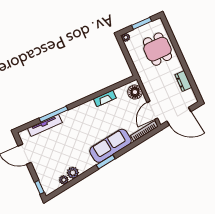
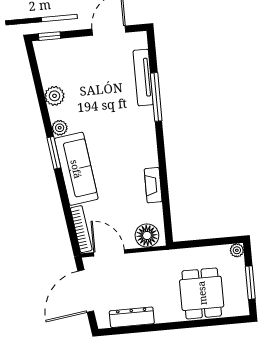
dining table: (157, 49) -> (202, 293), turned 90
dresser: (183, 81) -> (132, 317), width x1.44
plant: (64, 180) -> (60, 128), moved

